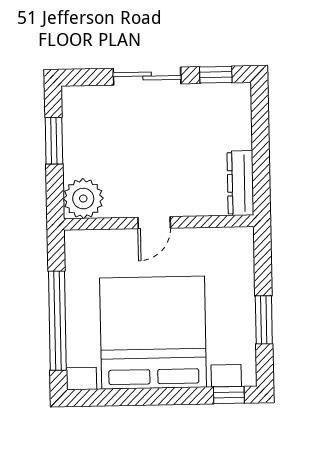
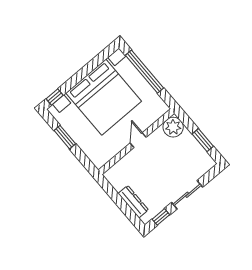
dresser: (240, 183) -> (133, 202), moved

